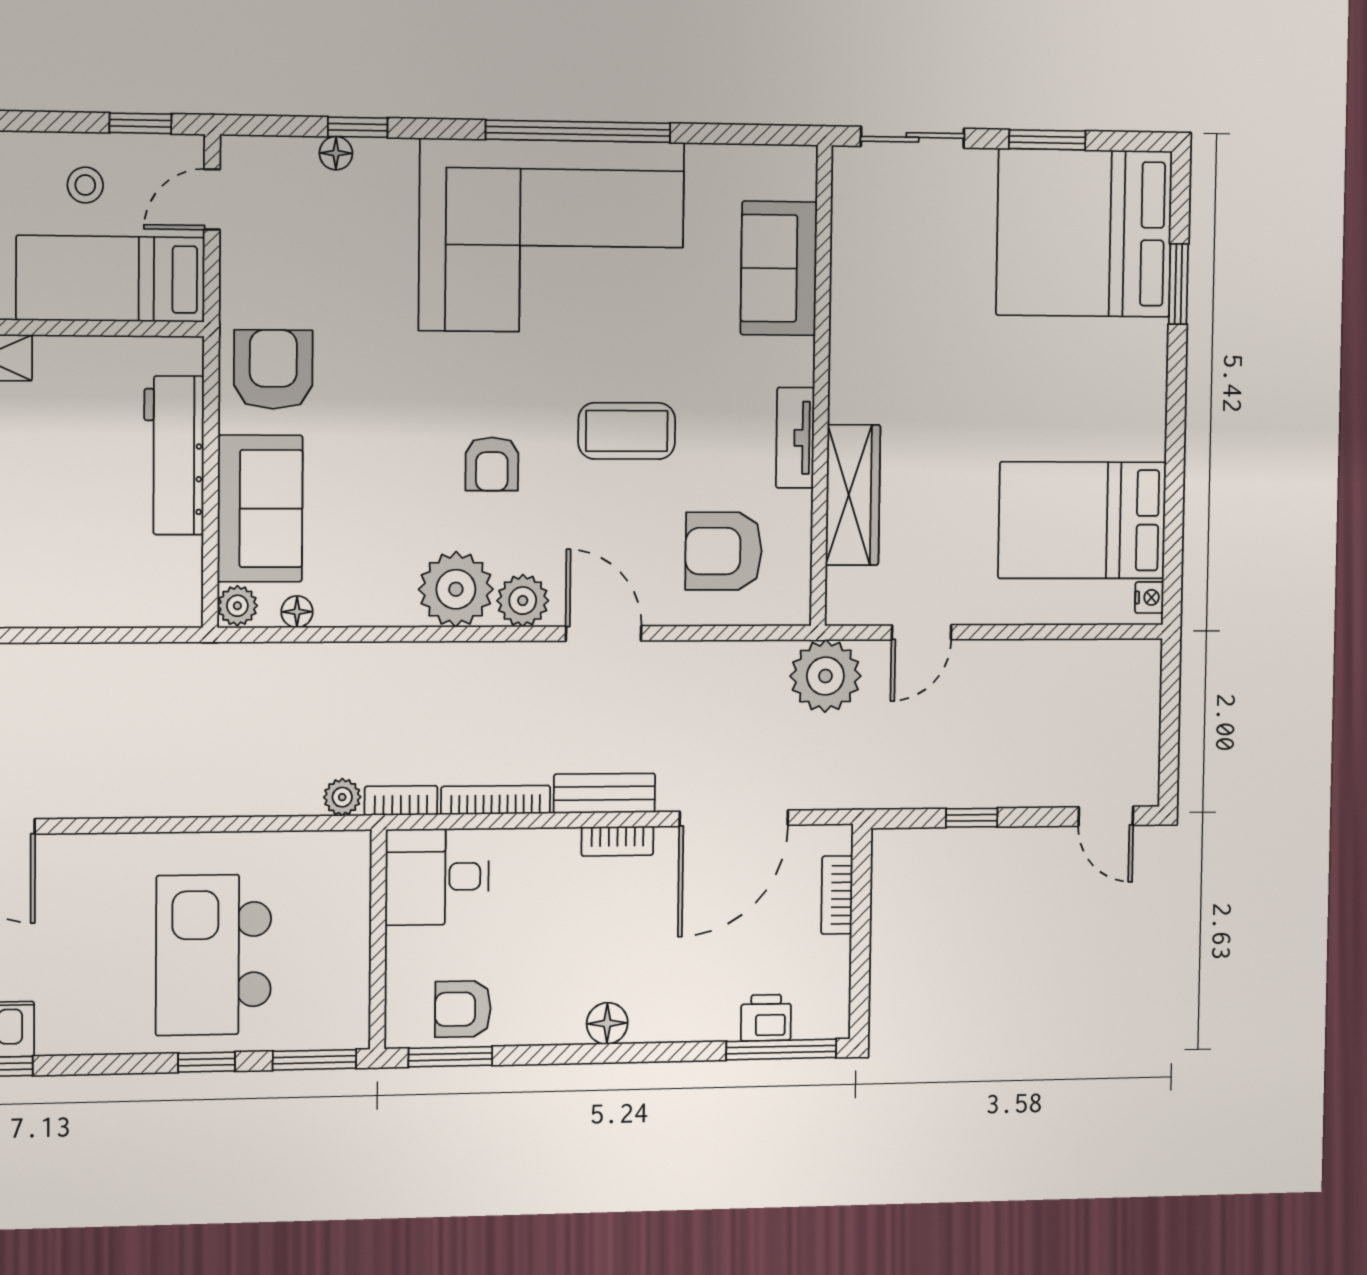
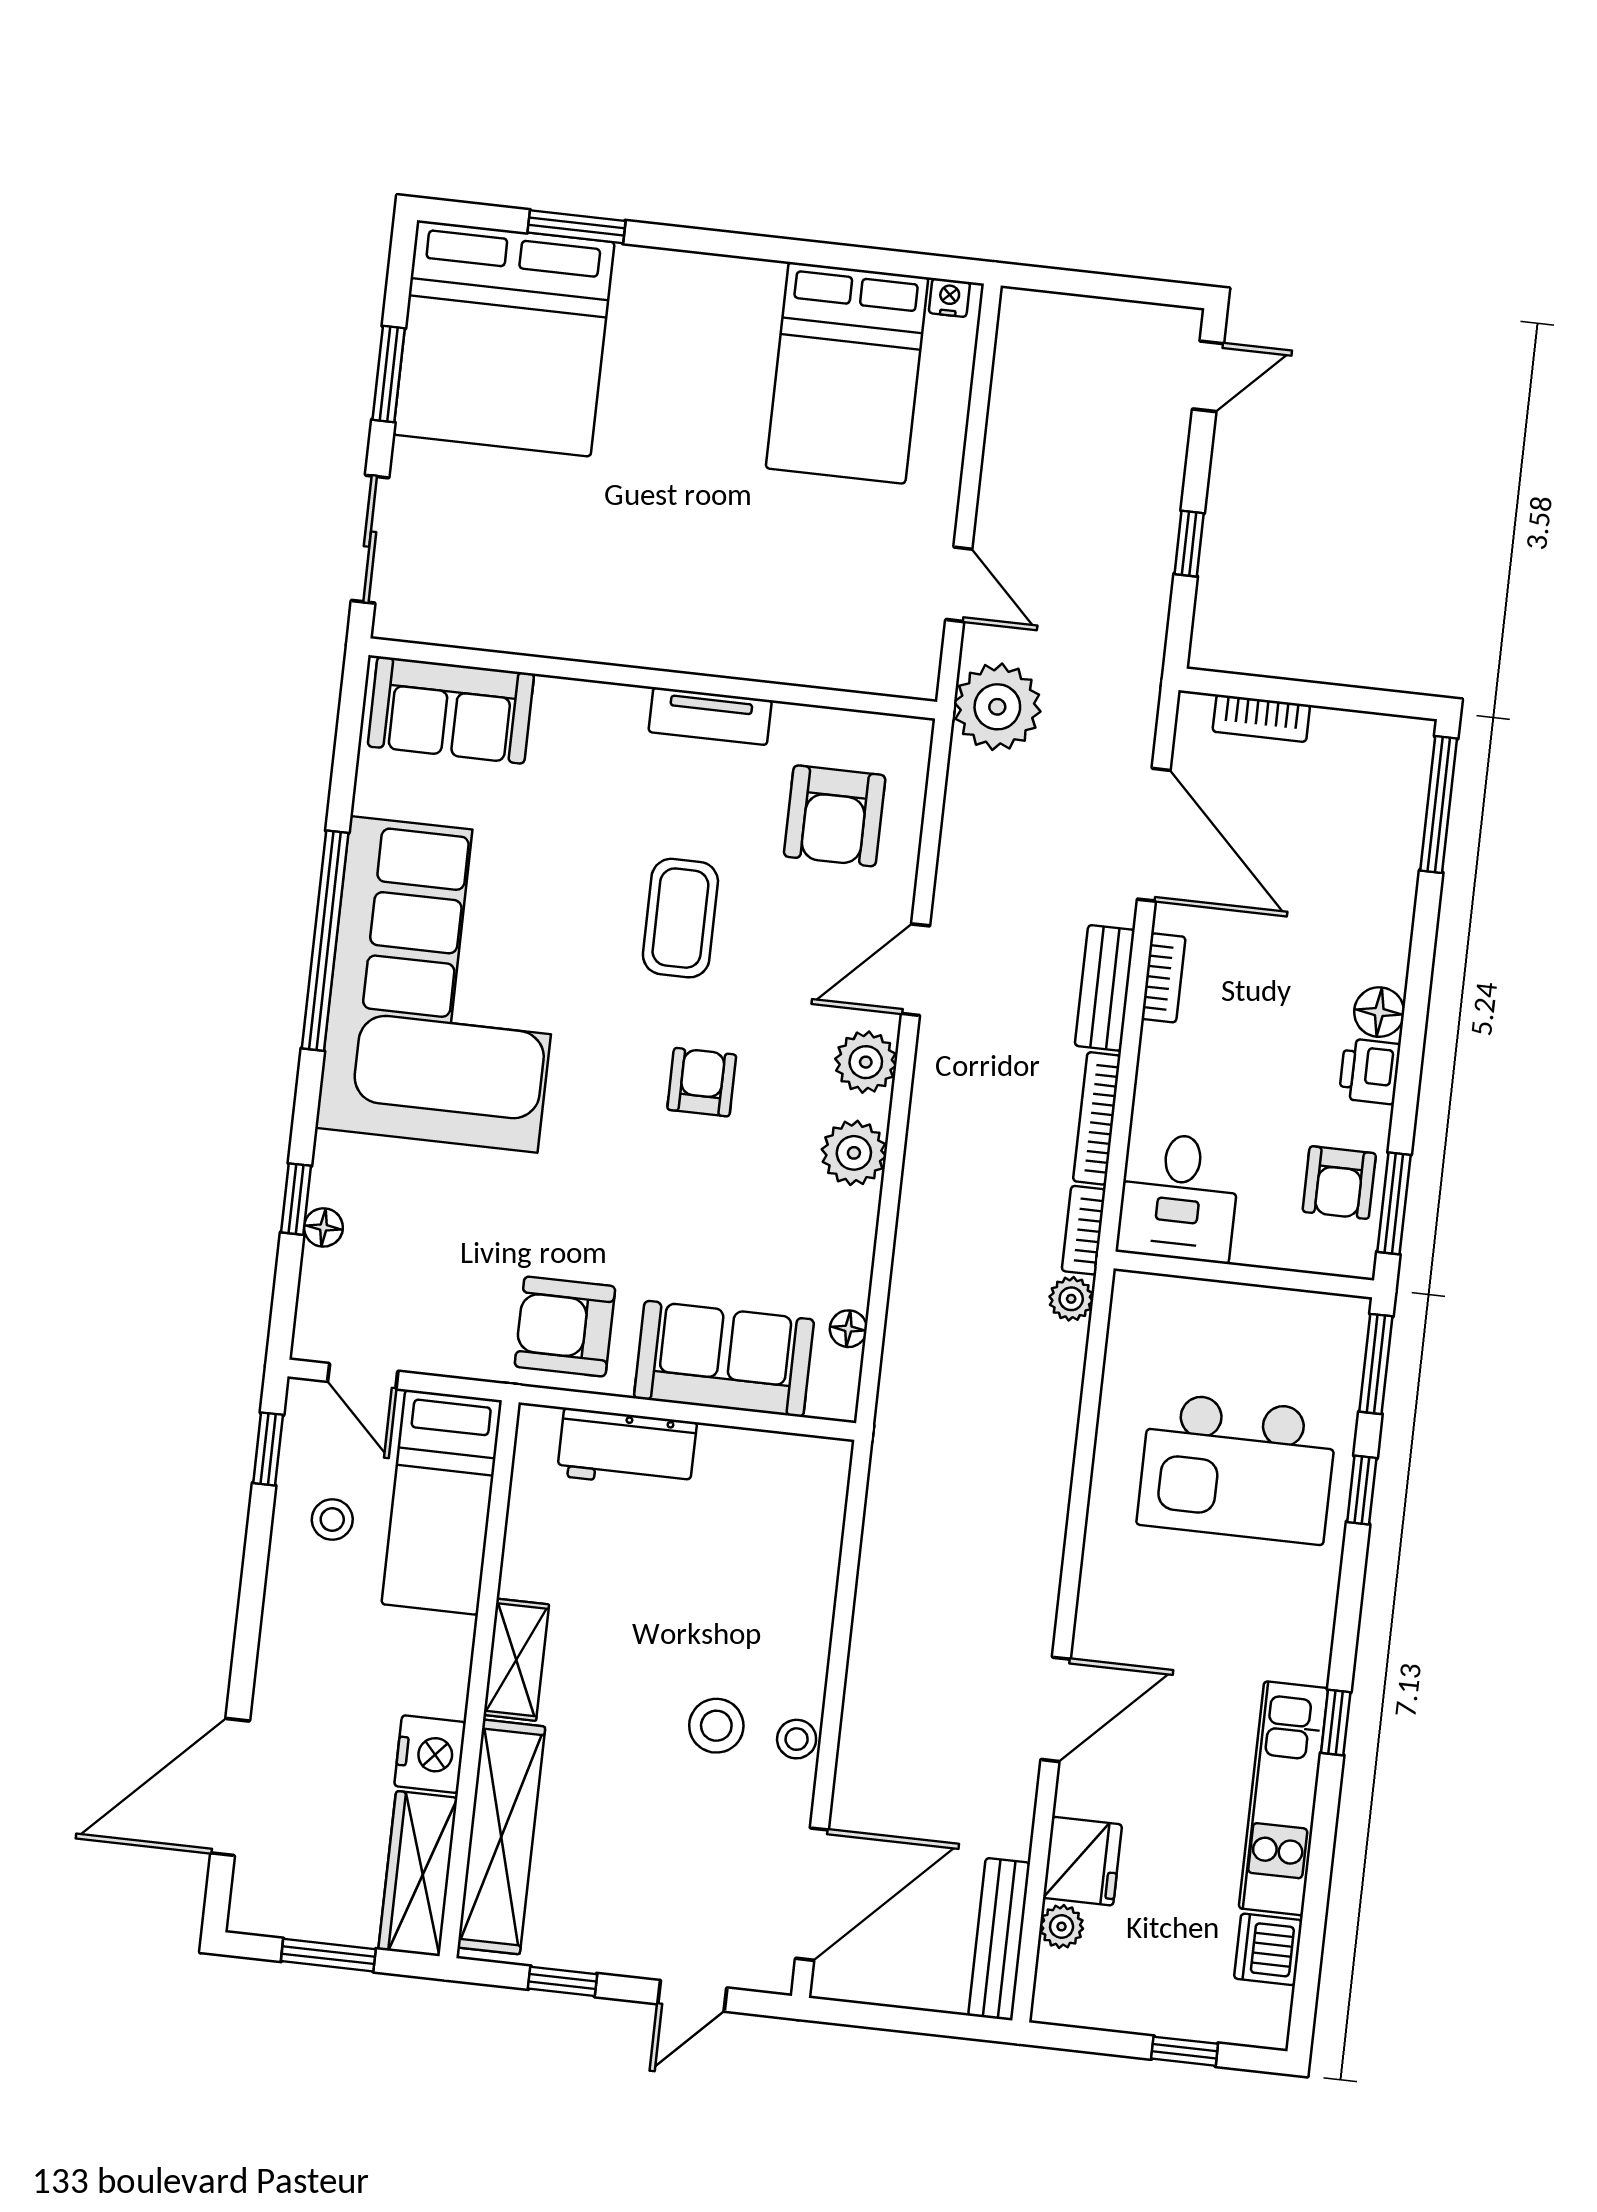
sofa: (779, 268) -> (451, 710), moved
workbench: (174, 455) -> (627, 1449), width x0.73
armchair: (492, 464) -> (702, 1082), turned -90
wardrobe: (853, 495) -> (786, 652), removed
plant: (456, 589) -> (854, 1153), width x0.73, depth x0.73
plant: (237, 606) -> (833, 1397), removed
printer: (766, 1018) -> (1370, 1071), moved

